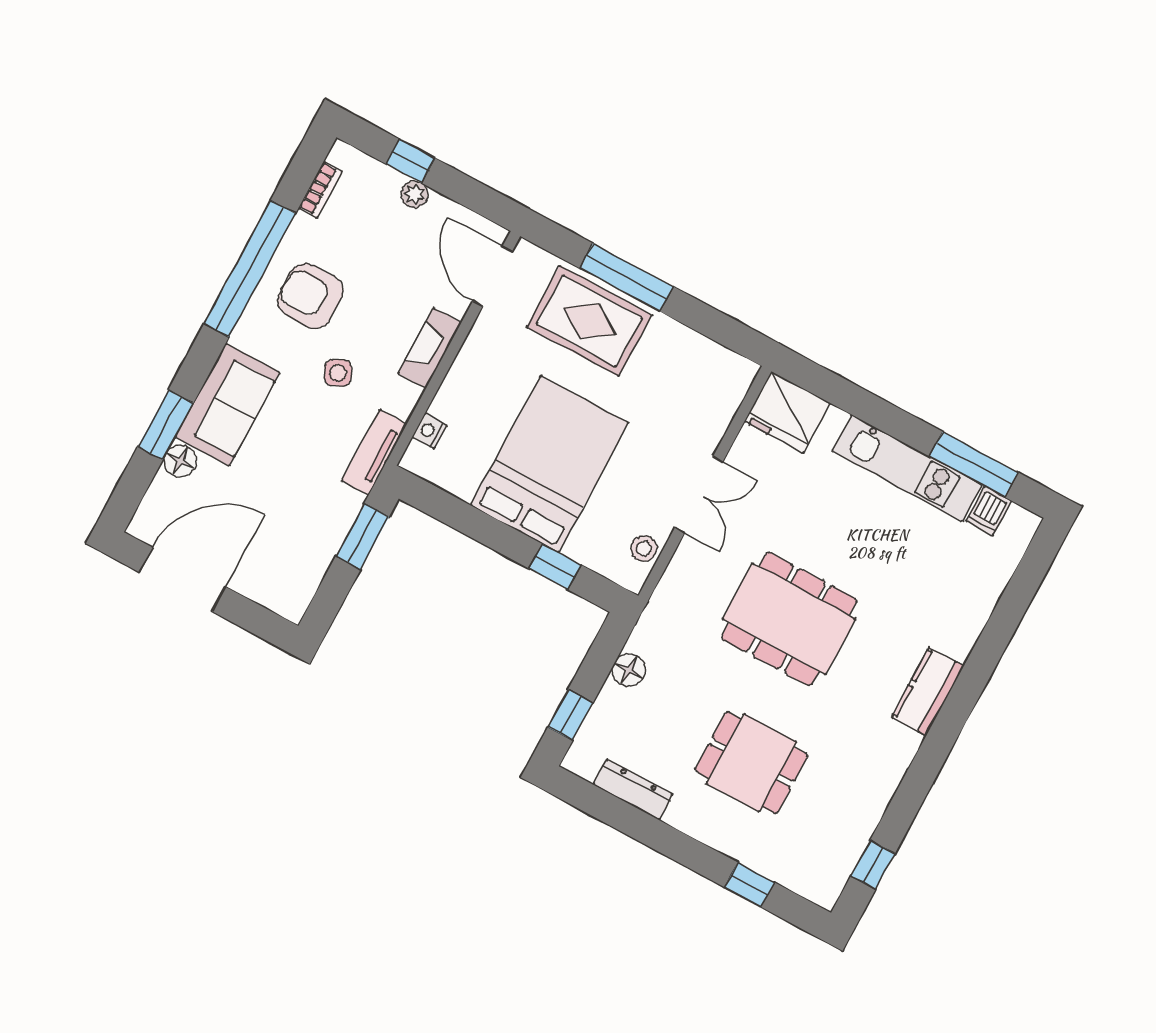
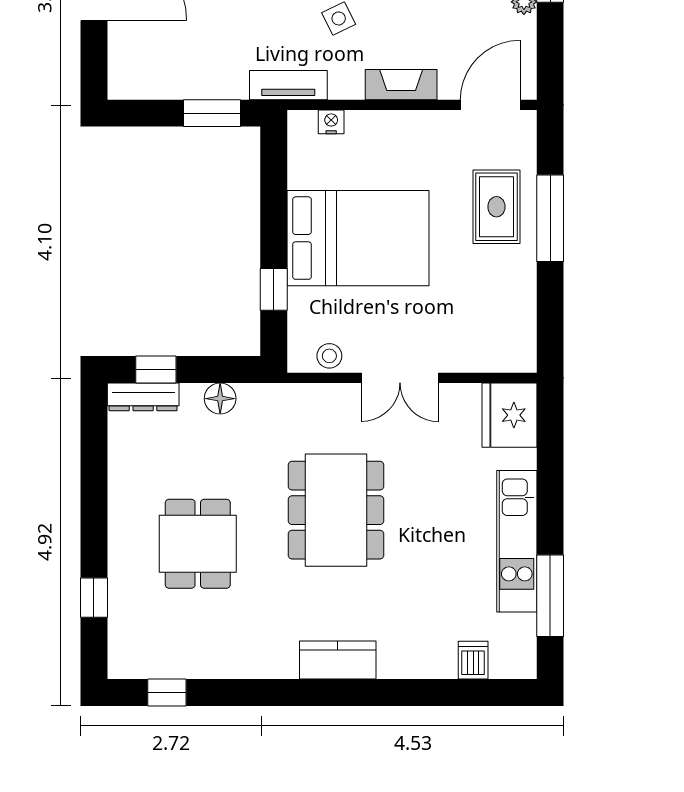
rug: (589, 321) -> (496, 207), width x0.73, depth x0.70
dishwasher: (989, 511) -> (473, 660), moved, turned 90
dresser: (633, 790) -> (143, 397), moved, turned 90

